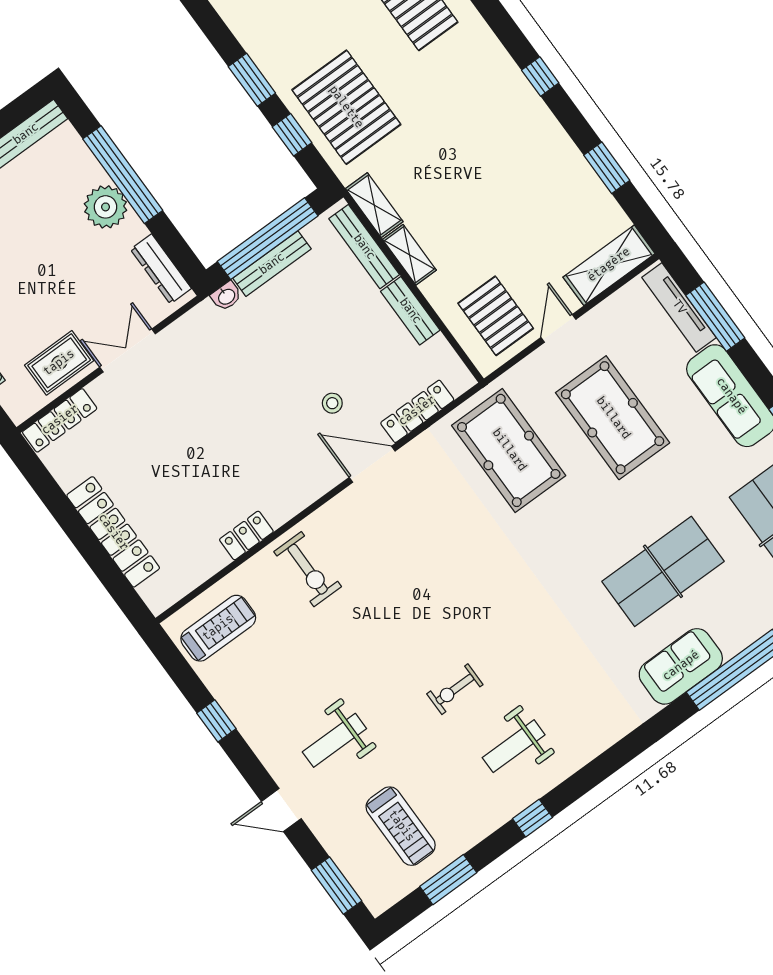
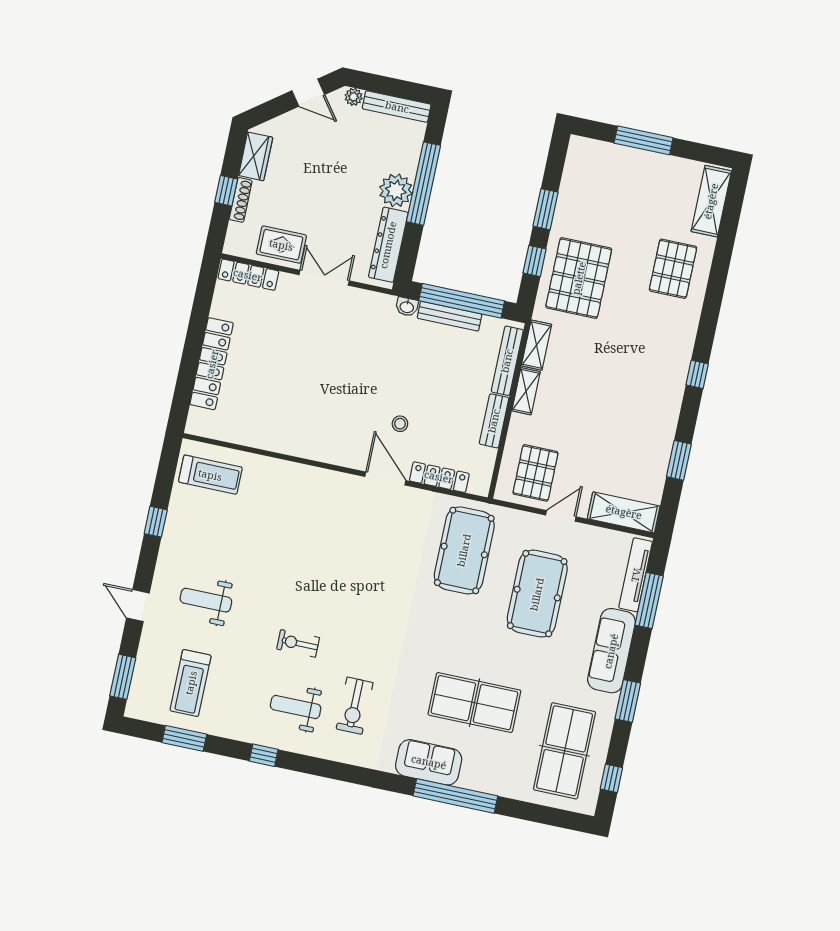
dresser: (161, 269) -> (388, 245), width x1.37, depth x1.24
locker: (246, 536) -> (279, 443), removed
exercise bike: (308, 569) -> (355, 706), moved

